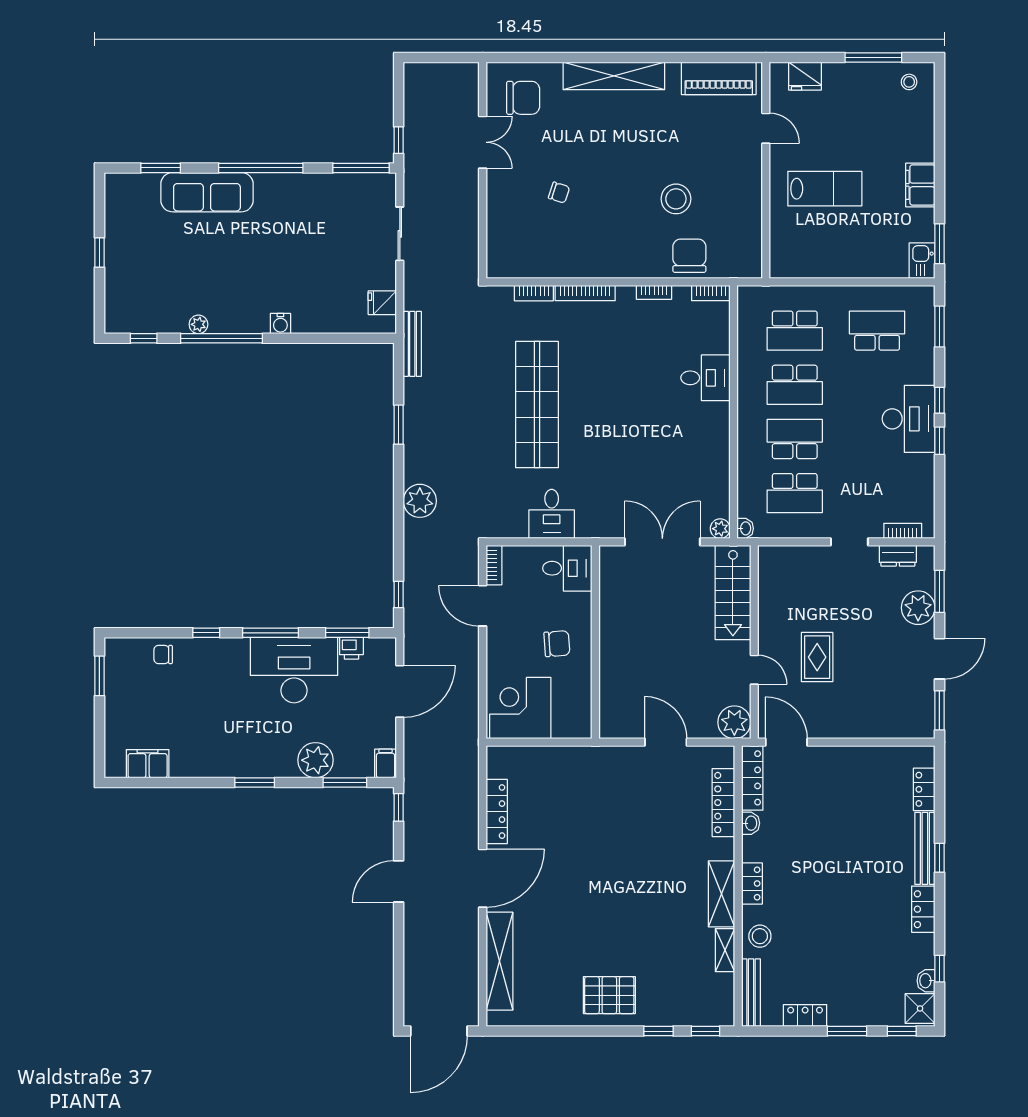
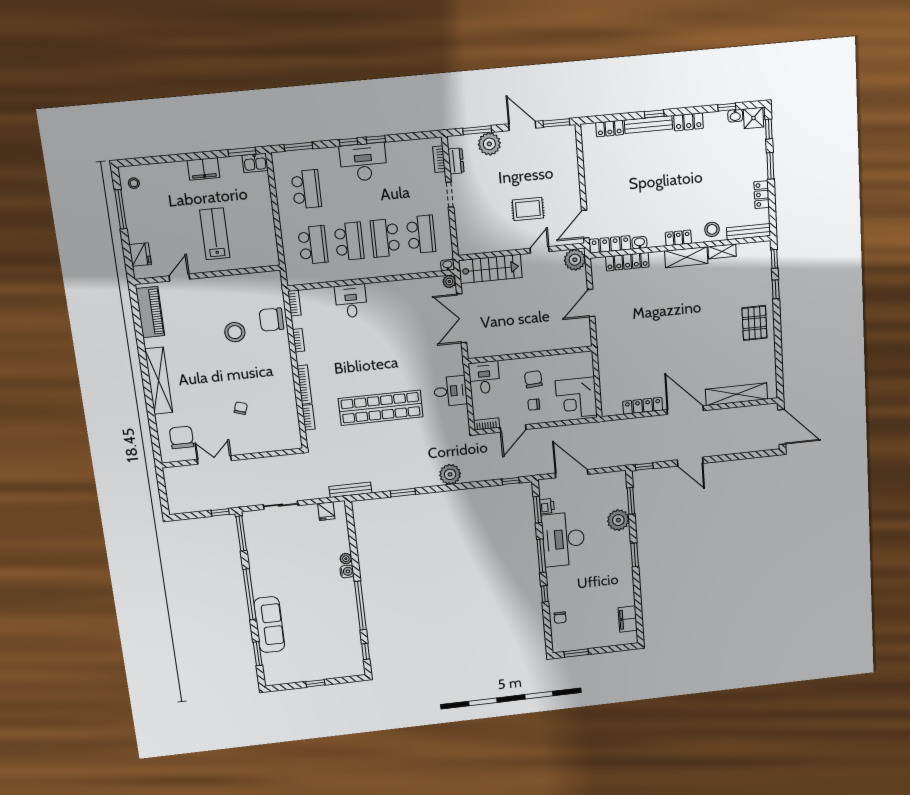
plant: (198, 324) -> (346, 559), moved
school desk: (877, 331) -> (306, 189), turned 180
chair: (517, 641) -> (534, 405), added
filing cabinet: (386, 763) -> (617, 478), removed

